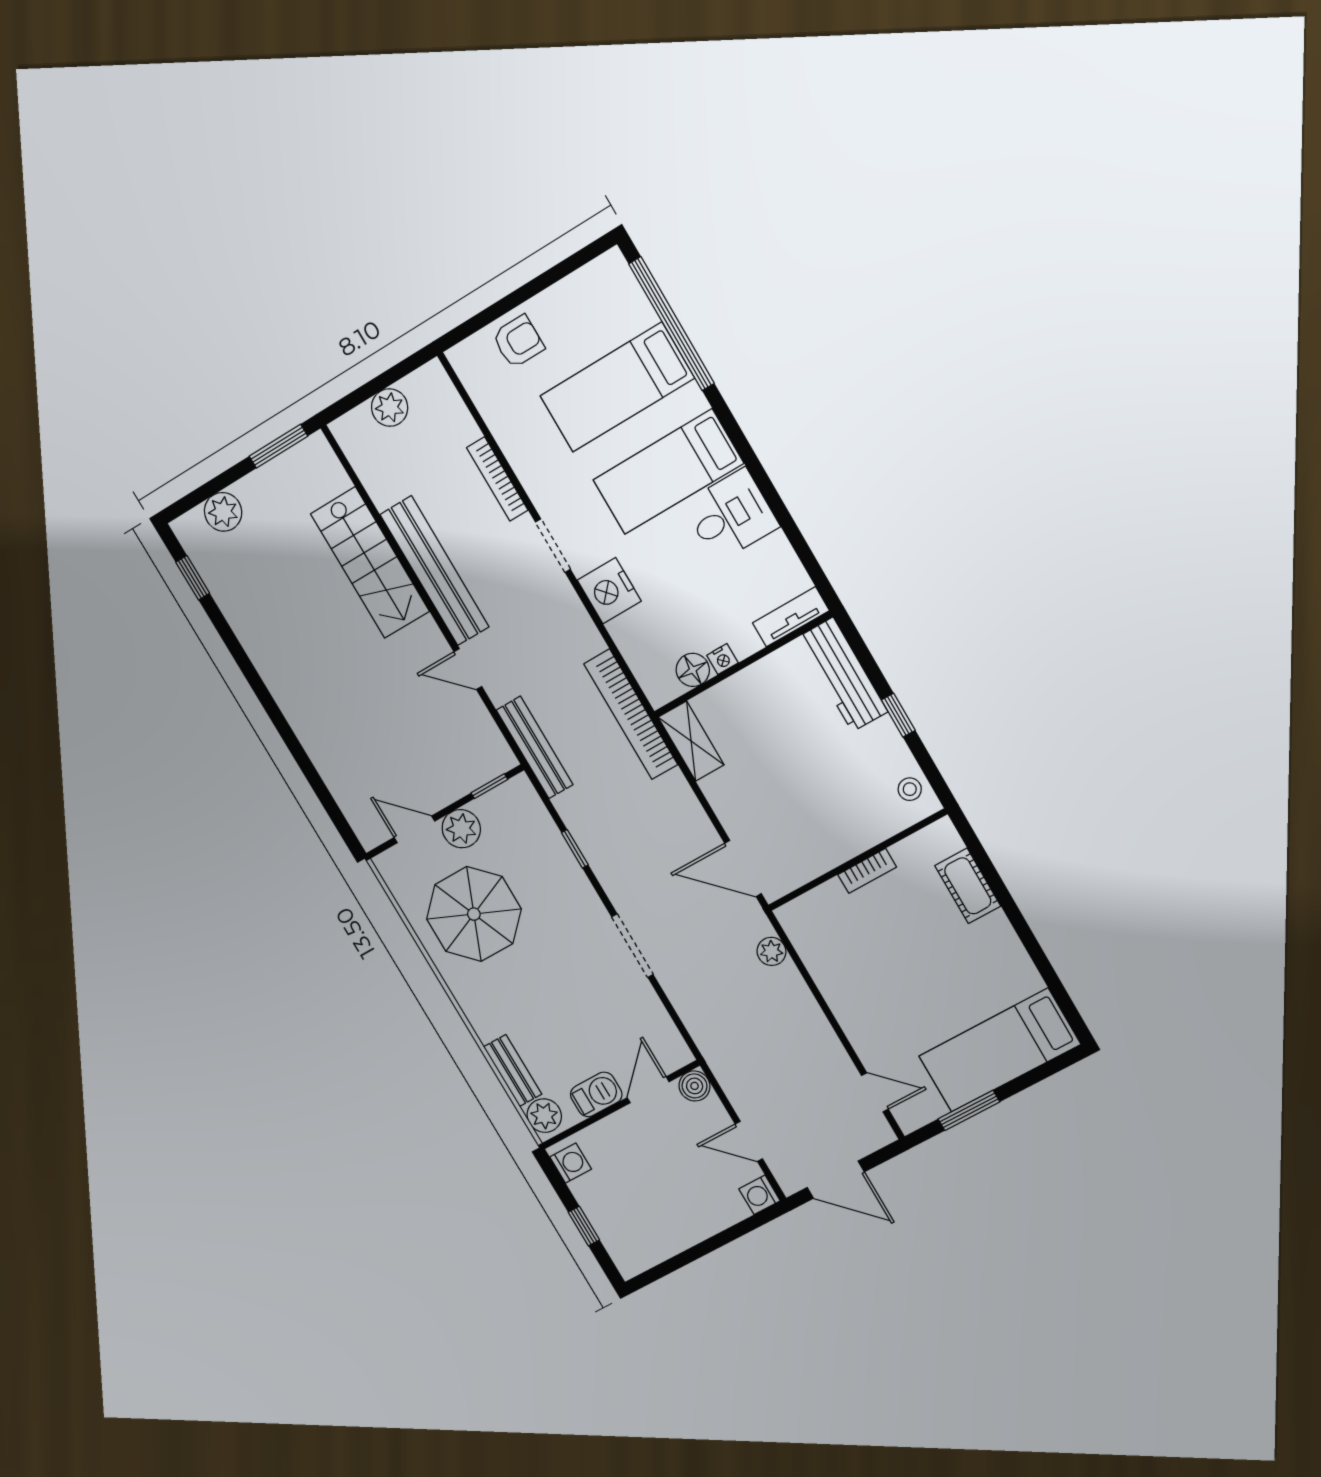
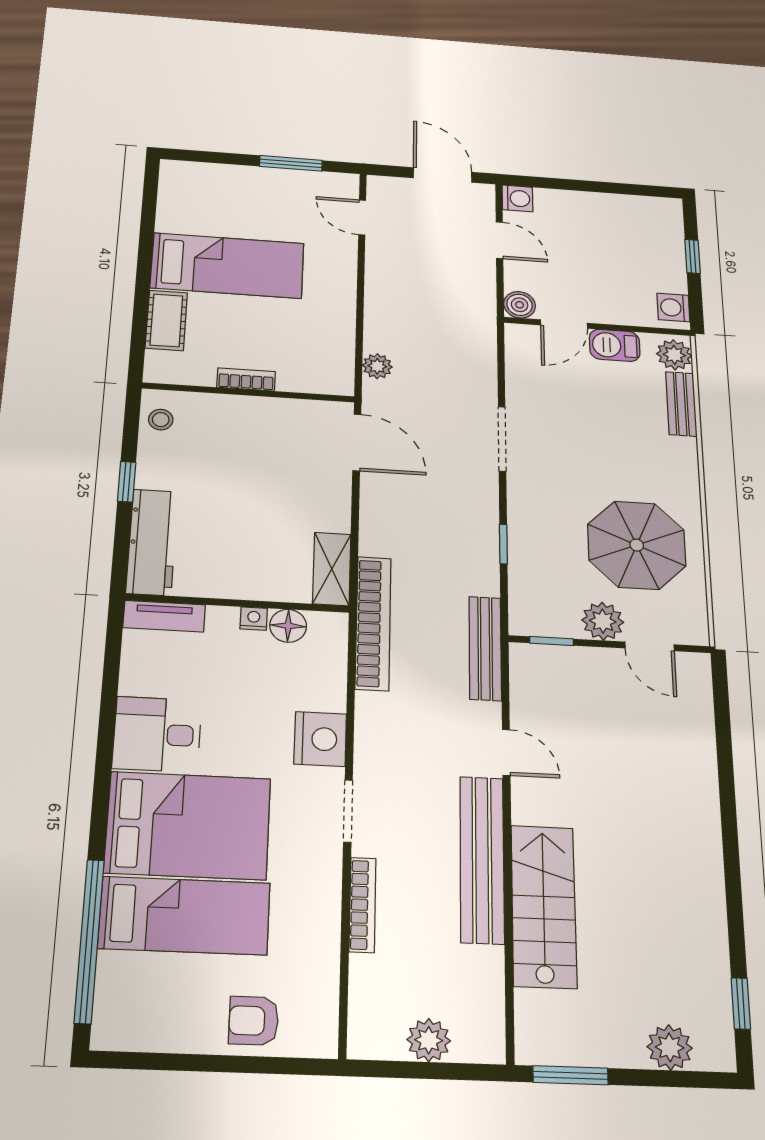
bed: (668, 472) -> (188, 825), width x1.50
bed: (1000, 1050) -> (227, 266), moved

